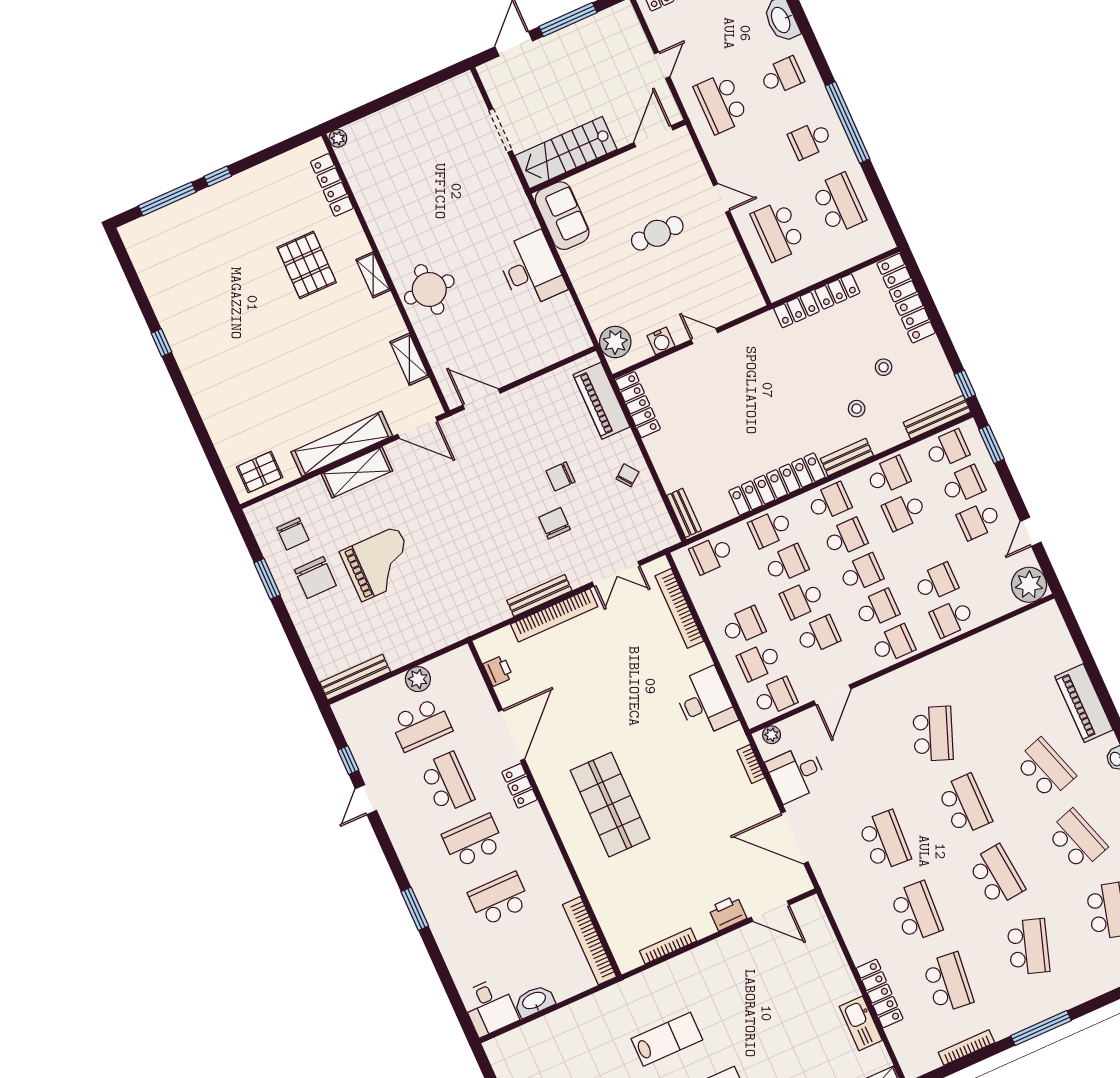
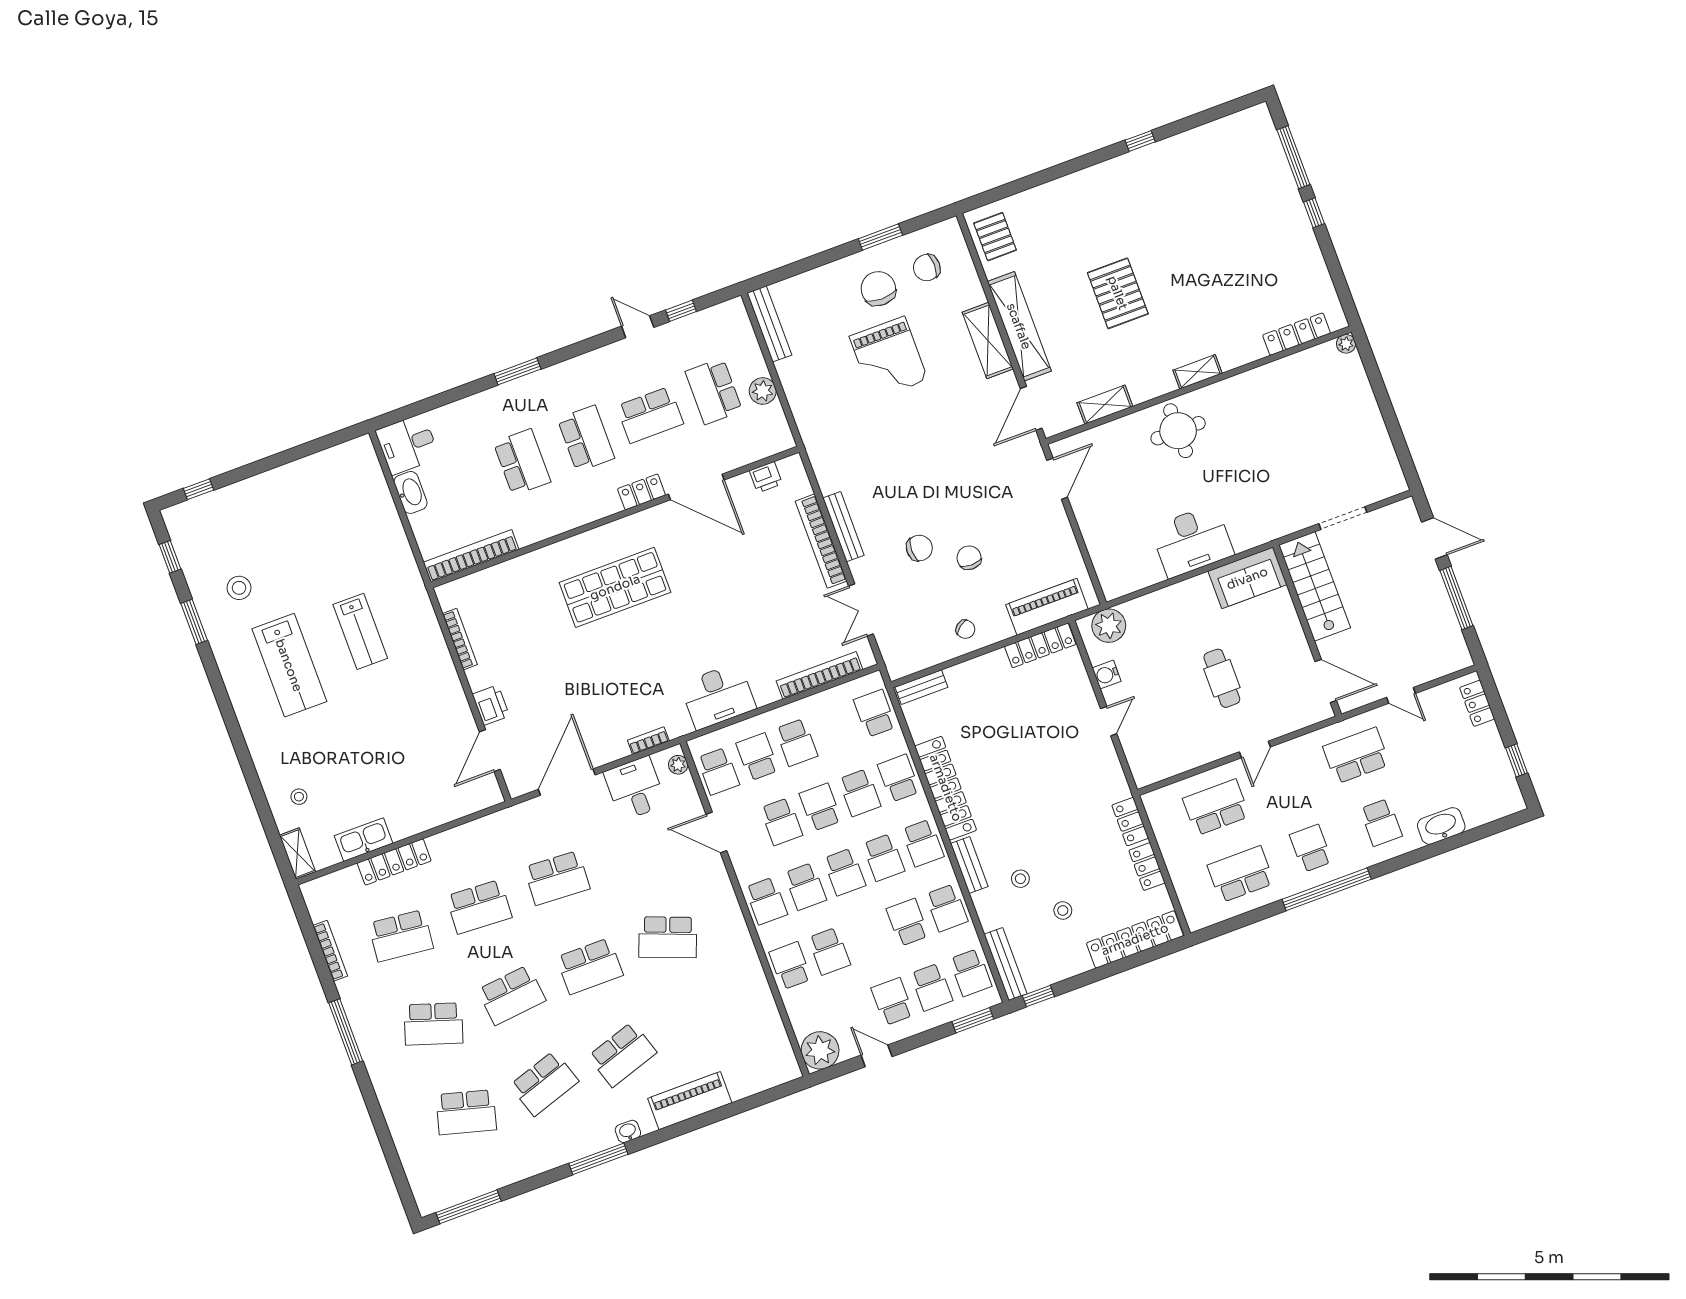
school desk: (839, 204) -> (1241, 874), turned 180
pallet: (307, 265) -> (1118, 293), moved, turned 90
chair: (315, 578) -> (878, 289), turned 90

